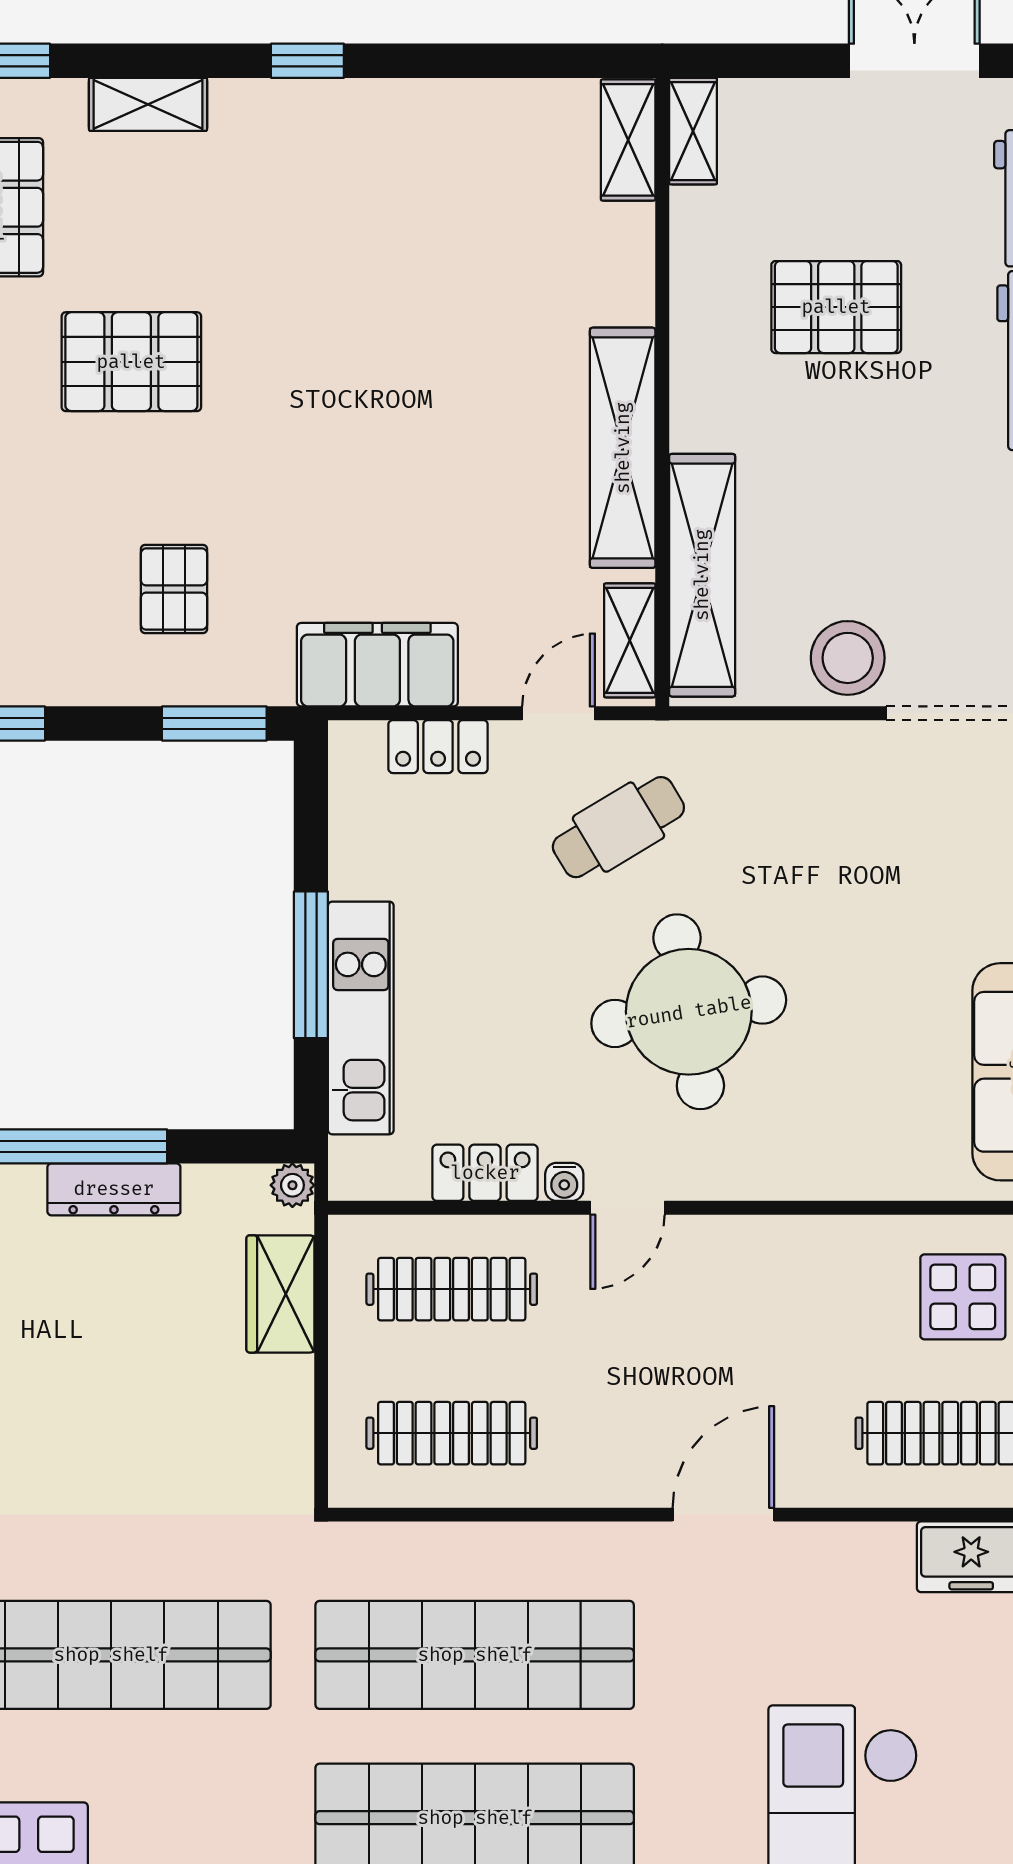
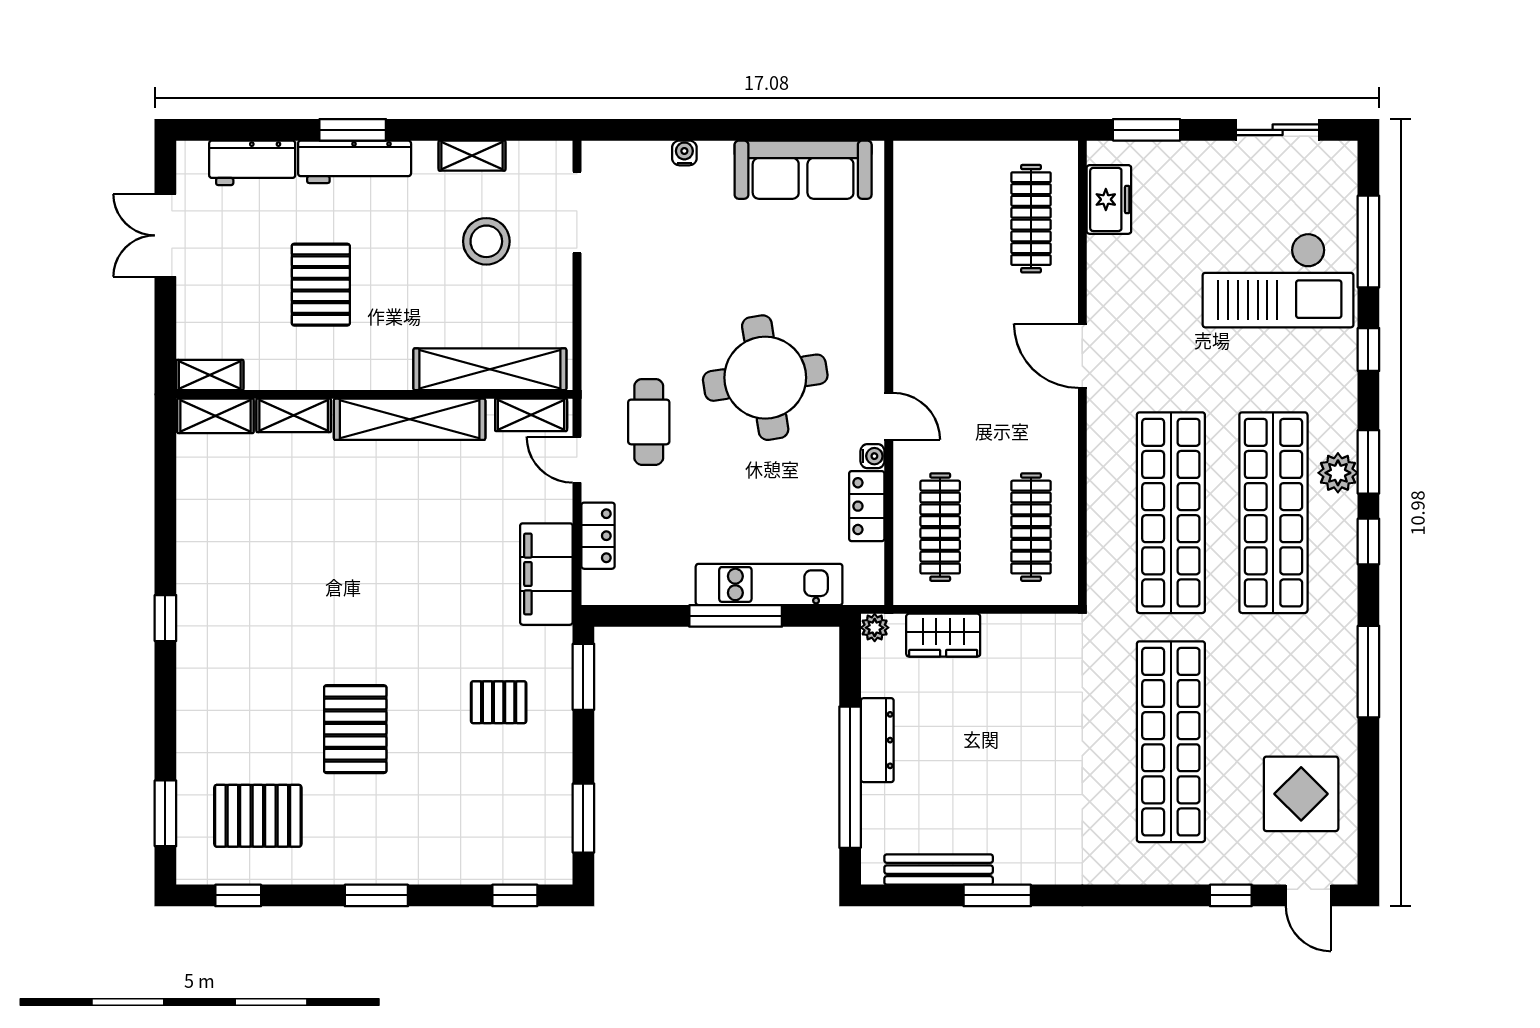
shelving: (148, 104) -> (294, 415), moved, turned 90
stool: (848, 658) -> (486, 241), moved
cafe table: (618, 827) -> (649, 422), turned 31
display table: (963, 1297) -> (945, 205), removed

